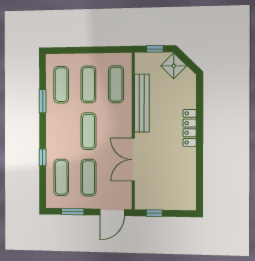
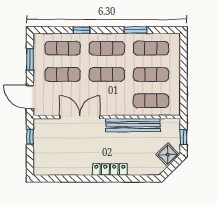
exercise mat: (61, 131) -> (107, 48), added

